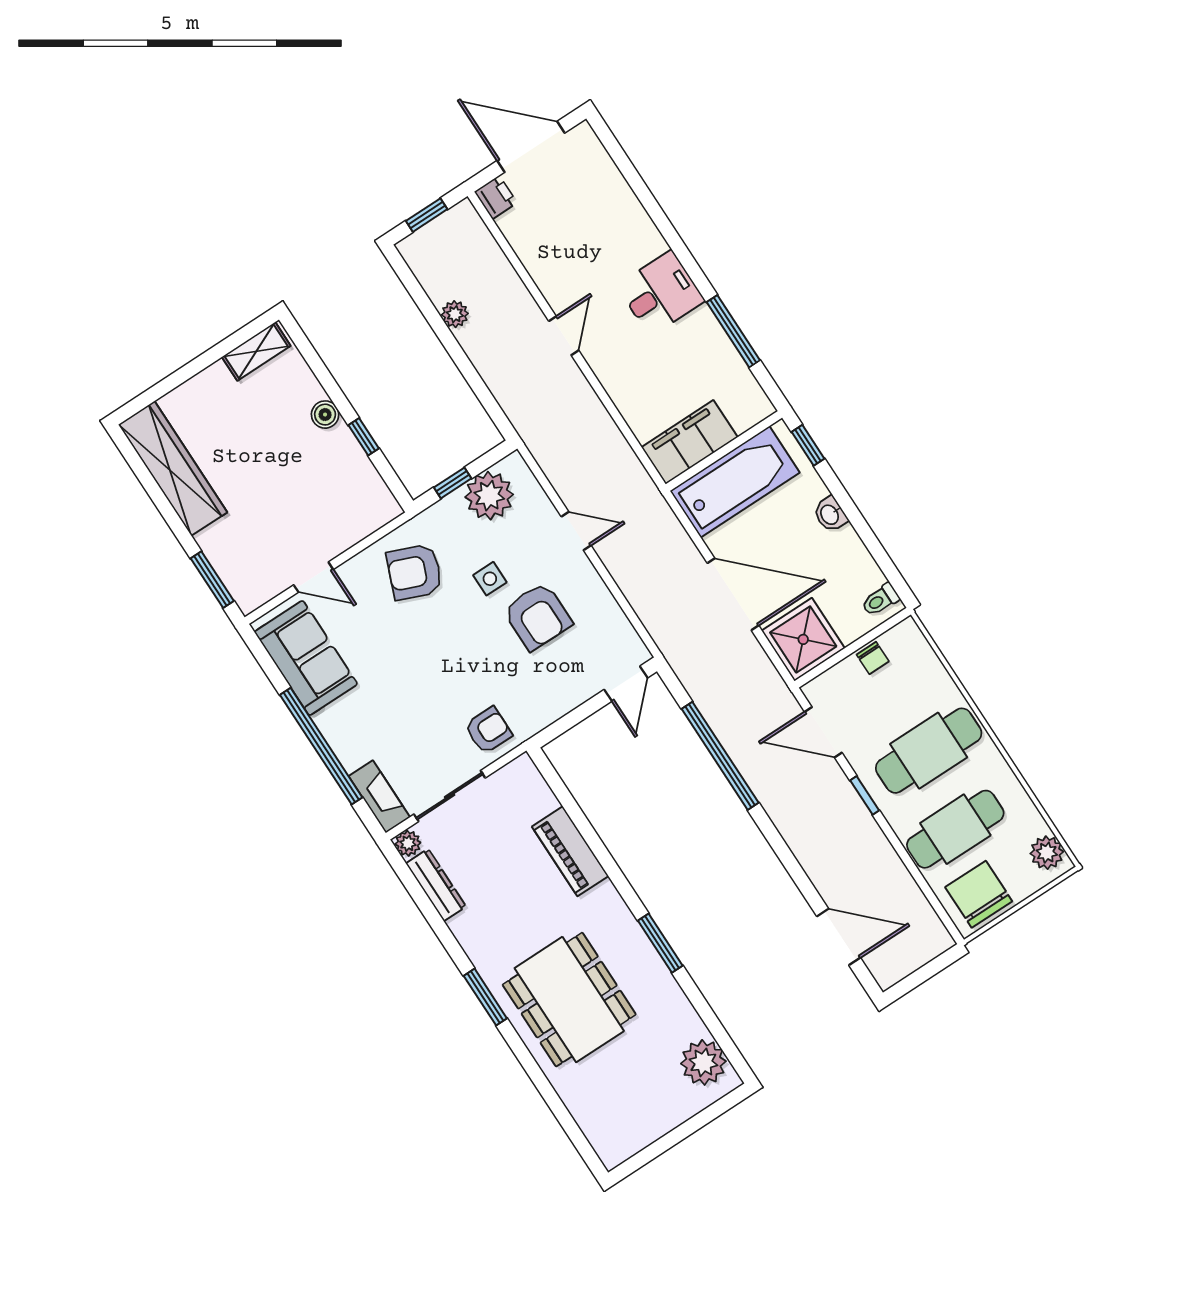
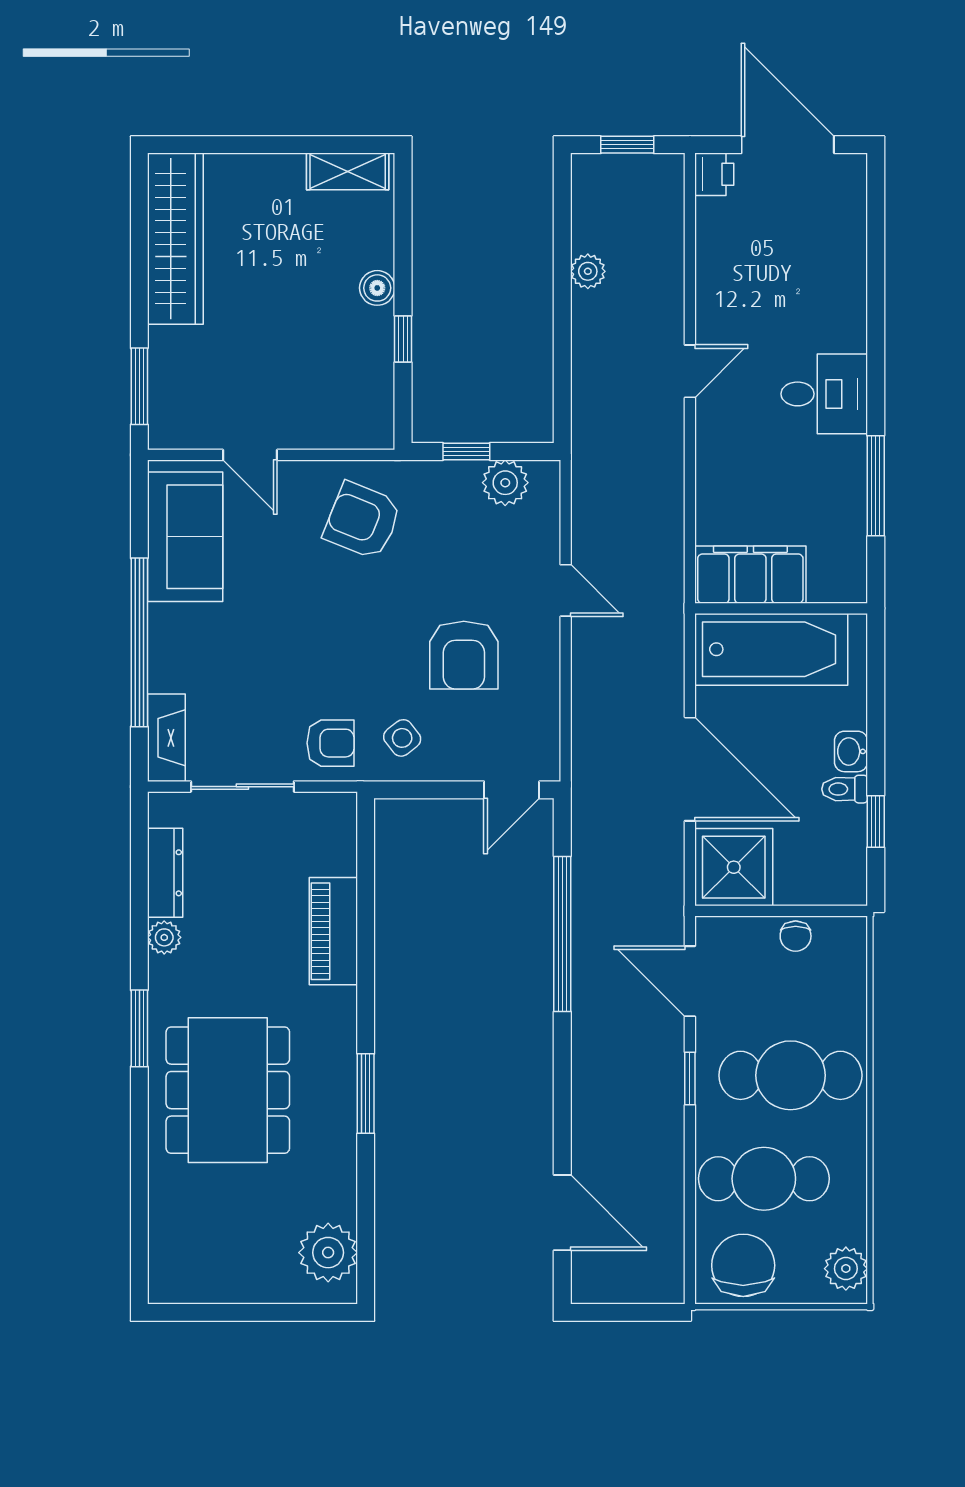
window: (808, 445) -> (876, 822), moved
plant: (489, 496) -> (505, 483), width x0.73, depth x0.73
side table: (490, 579) -> (402, 738), moved, turned -38
toilet: (880, 600) -> (845, 789), moved
plant: (408, 843) -> (164, 937), moved

